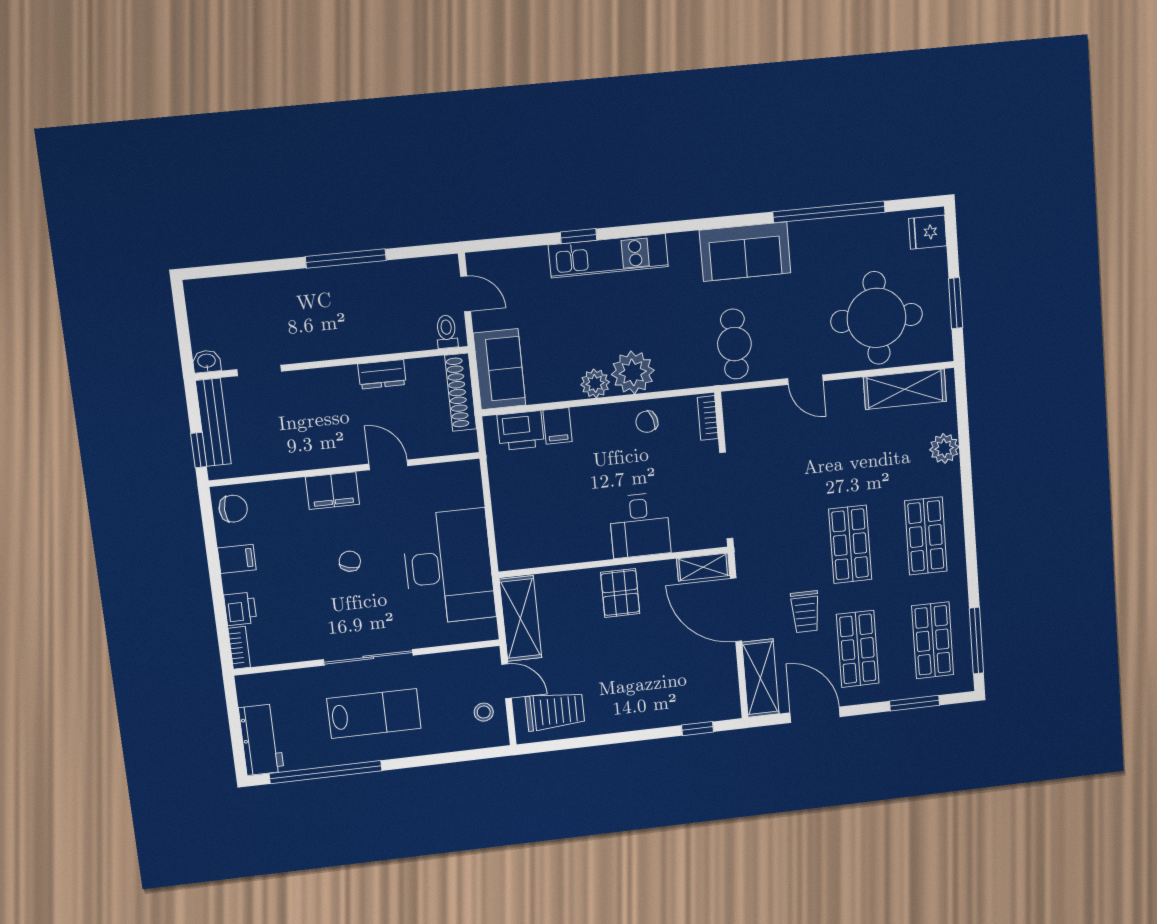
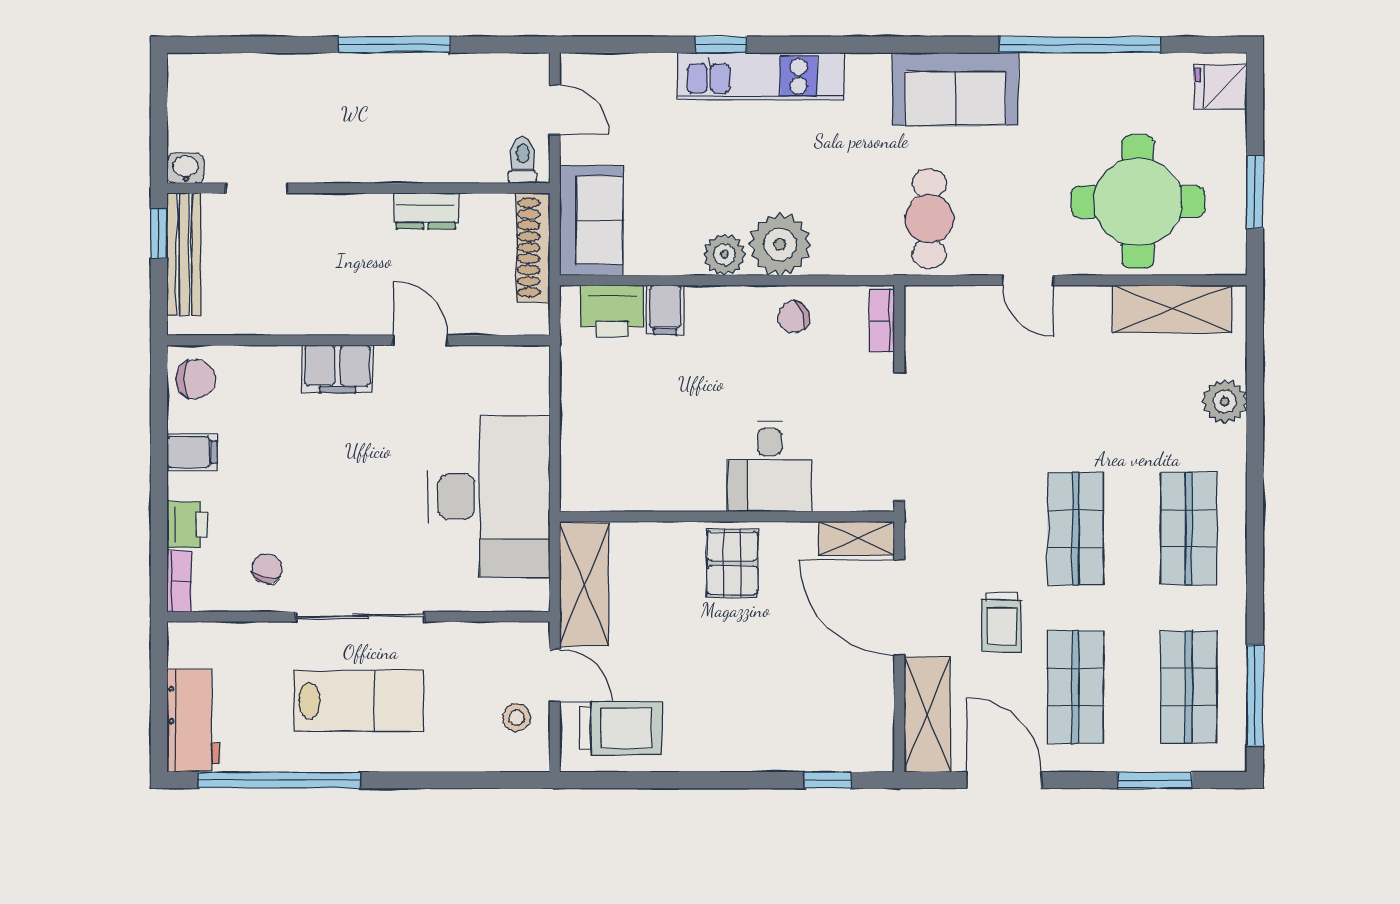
window: (199, 450) -> (159, 234), moved
chair: (350, 561) -> (267, 569), moved

